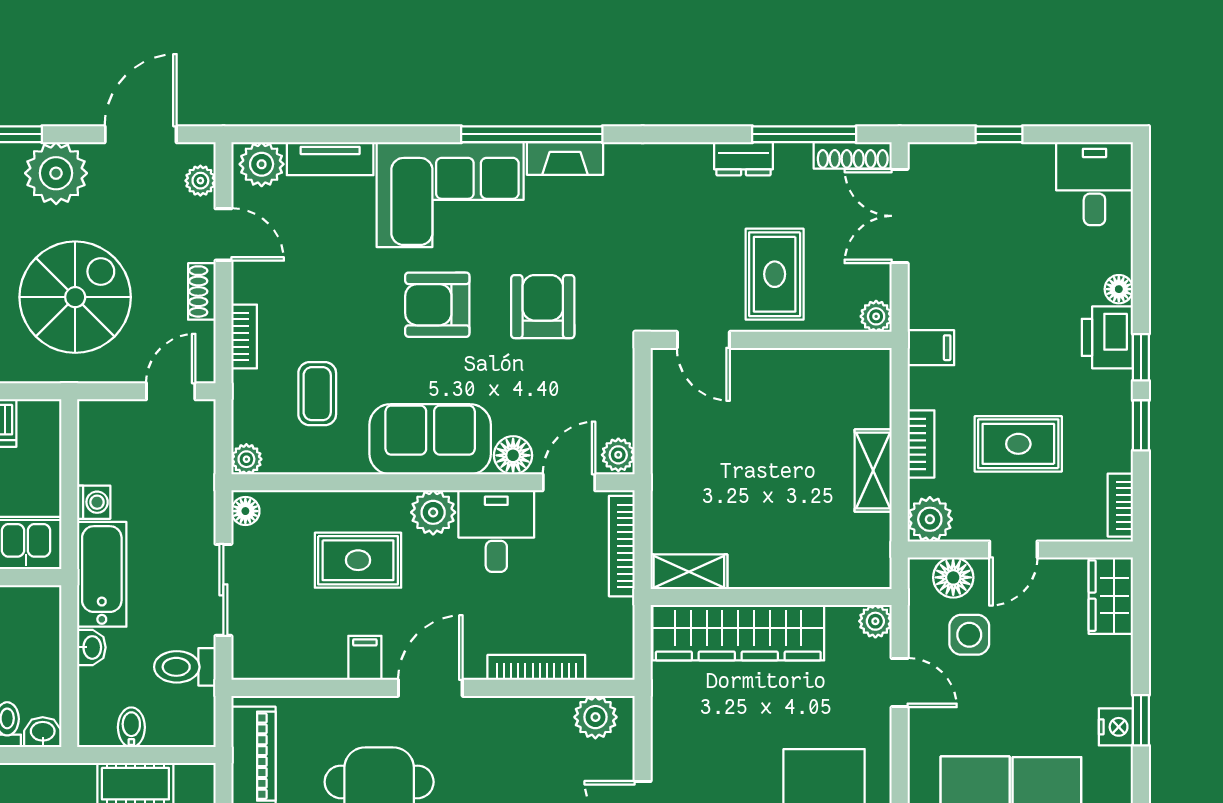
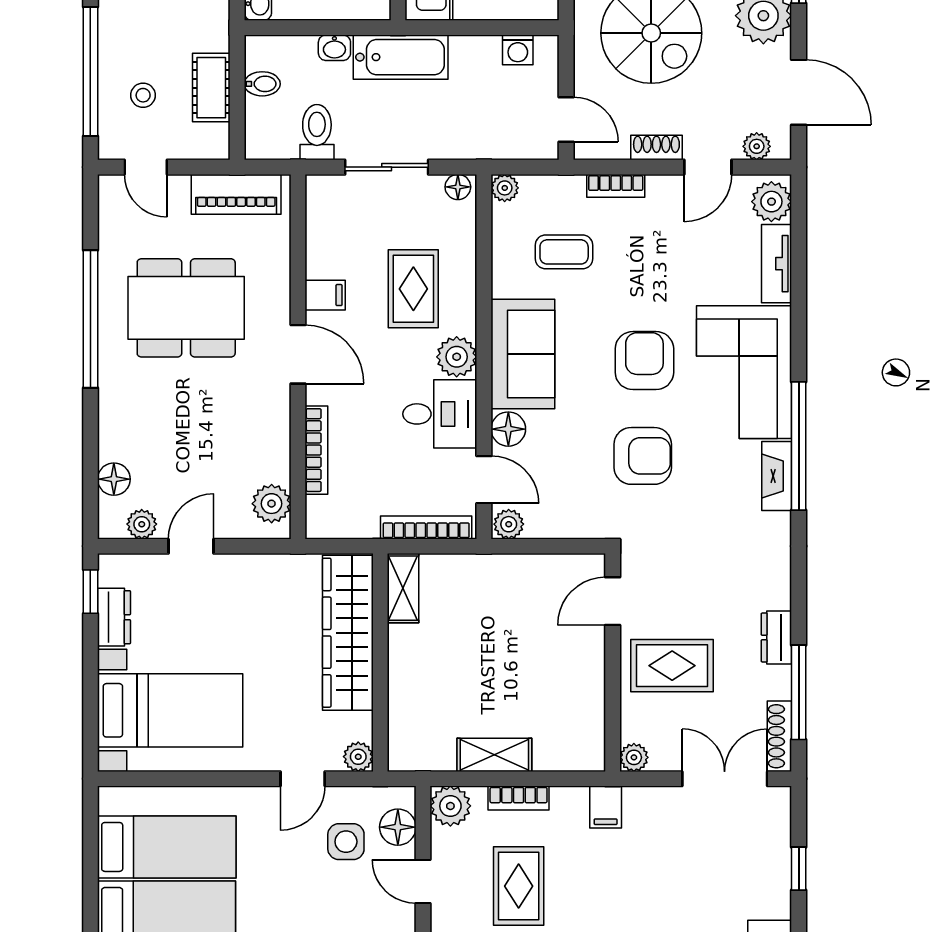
washing machine: (94, 502) -> (518, 50), moved

